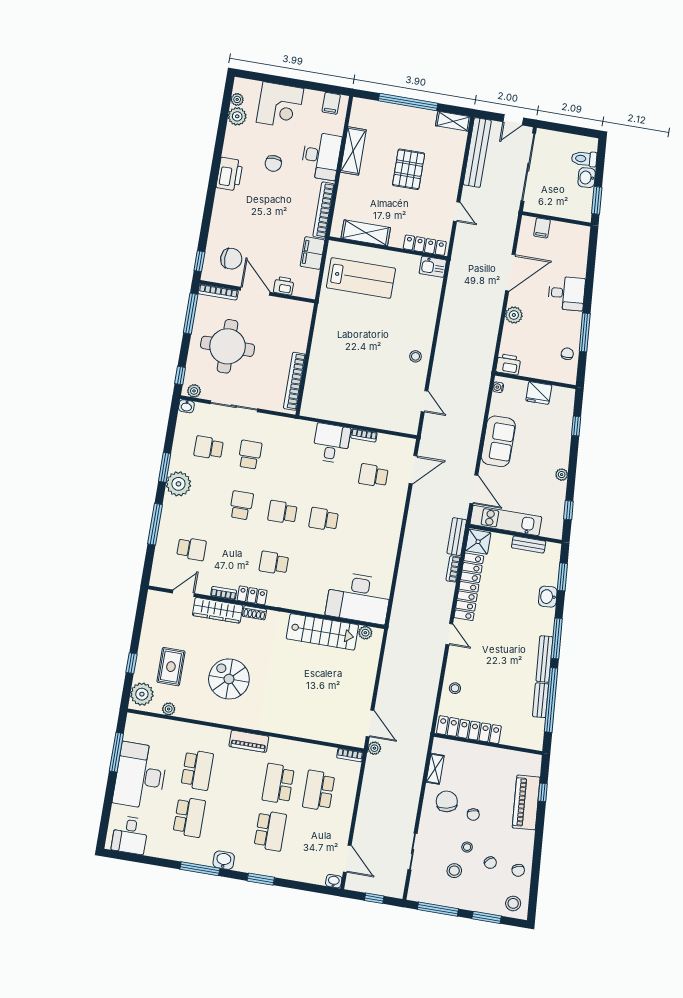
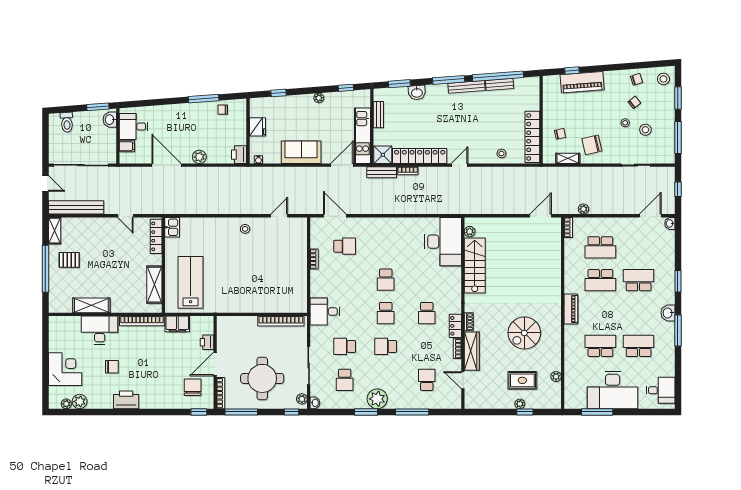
filing cabinet: (331, 103) -> (57, 329), removed
pallet: (409, 169) -> (69, 260), moved, width x0.67, depth x0.71
washbasin: (587, 178) -> (110, 120), moved, turned 94
door: (457, 212) -> (125, 216), swing flipped
desk: (567, 293) -> (134, 127), moved, turned -86
desk: (331, 443) -> (325, 312), moved
school desk: (373, 476) -> (345, 246), turned -90
plant: (142, 694) -> (520, 404), moved, width x0.53, depth x0.53
plant: (374, 748) -> (583, 209), moved
chair: (473, 815) -> (560, 134), moved

